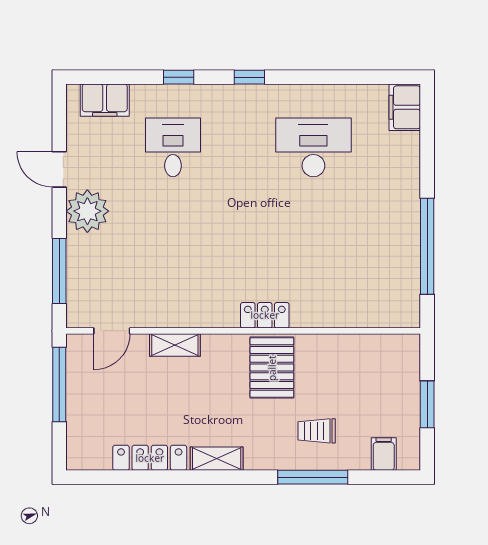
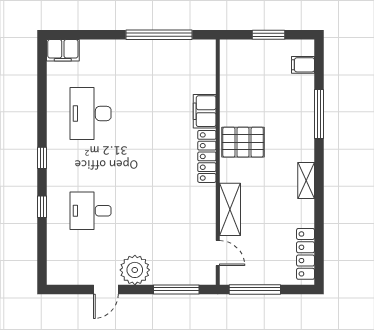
filing cabinet: (105, 100) -> (205, 111), moved, turned 180
locker: (265, 315) -> (207, 156), width x1.53
shelving: (175, 345) -> (230, 209), width x1.50, depth x1.33
trolley: (317, 431) -> (287, 111), removed
locker: (150, 458) -> (306, 254), moved

